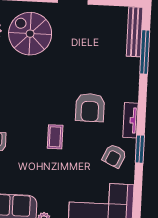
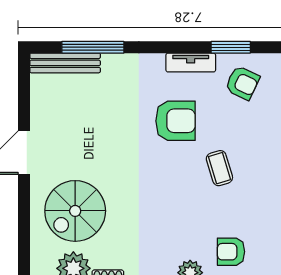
coffee table: (55, 137) -> (219, 168), turned 73

